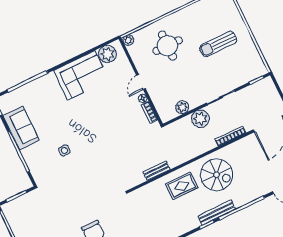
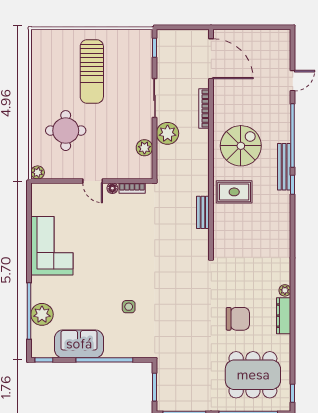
sun lounger: (218, 44) -> (92, 71), width x1.36, depth x1.34
plant: (107, 54) -> (42, 314), moved
rug: (182, 186) -> (234, 192), turned 90

